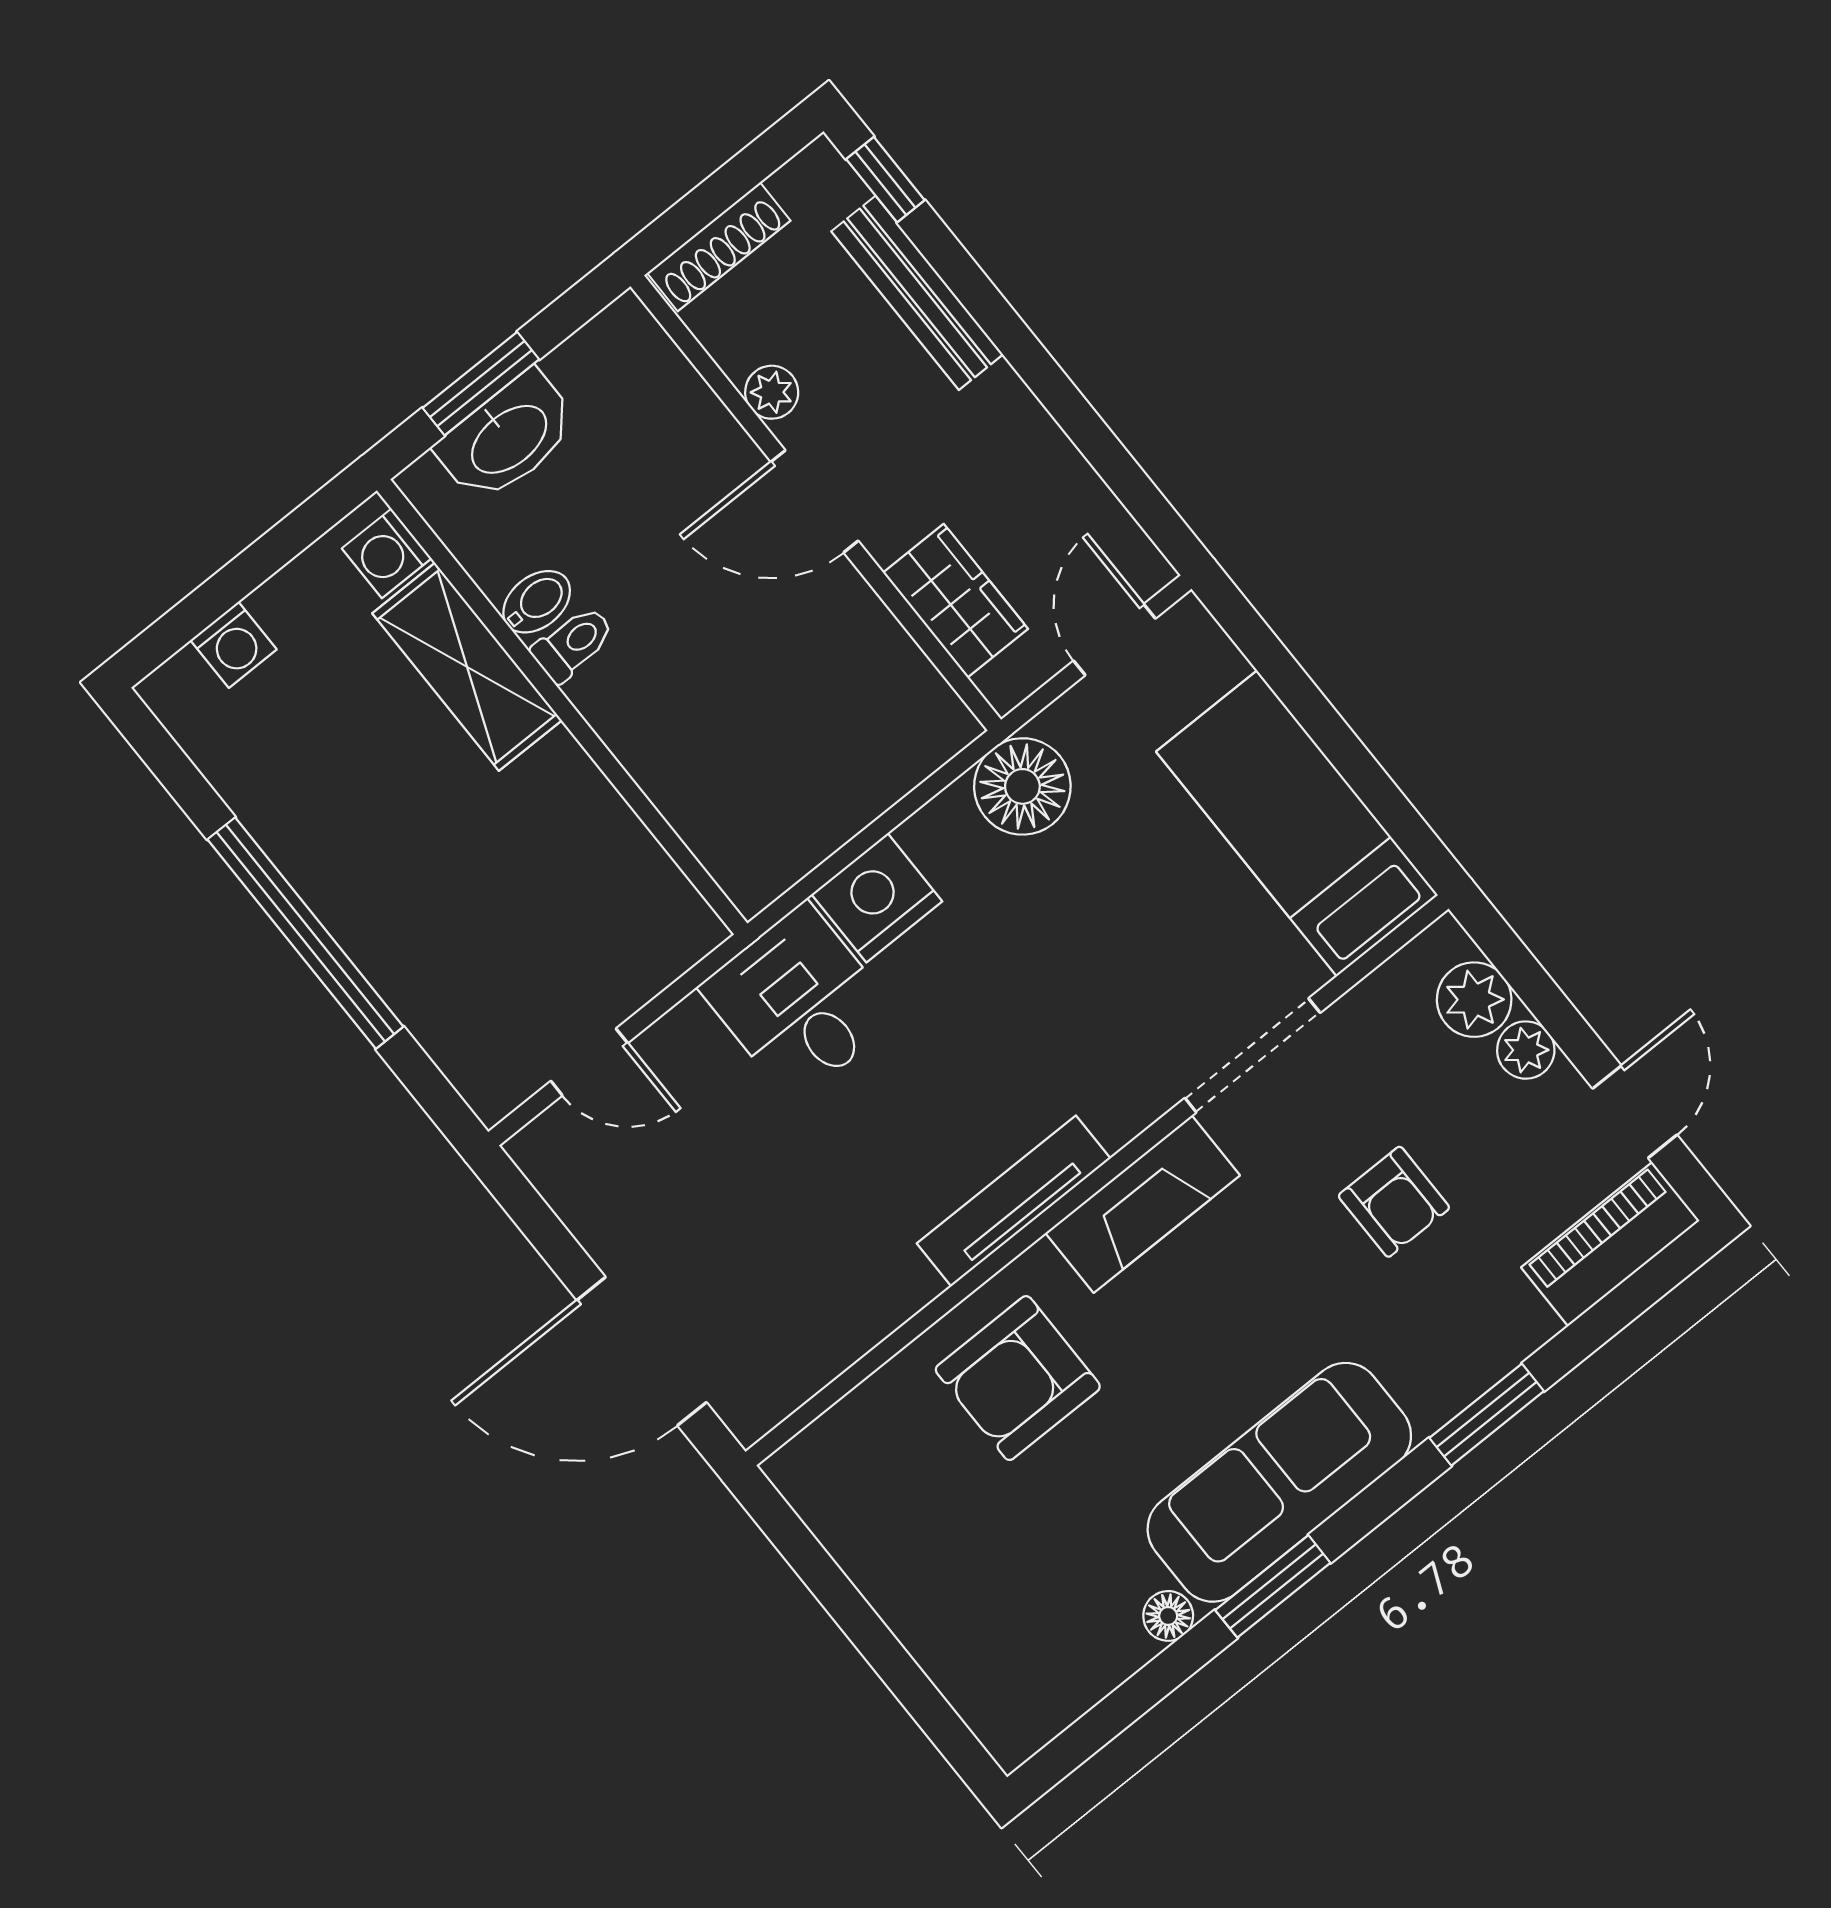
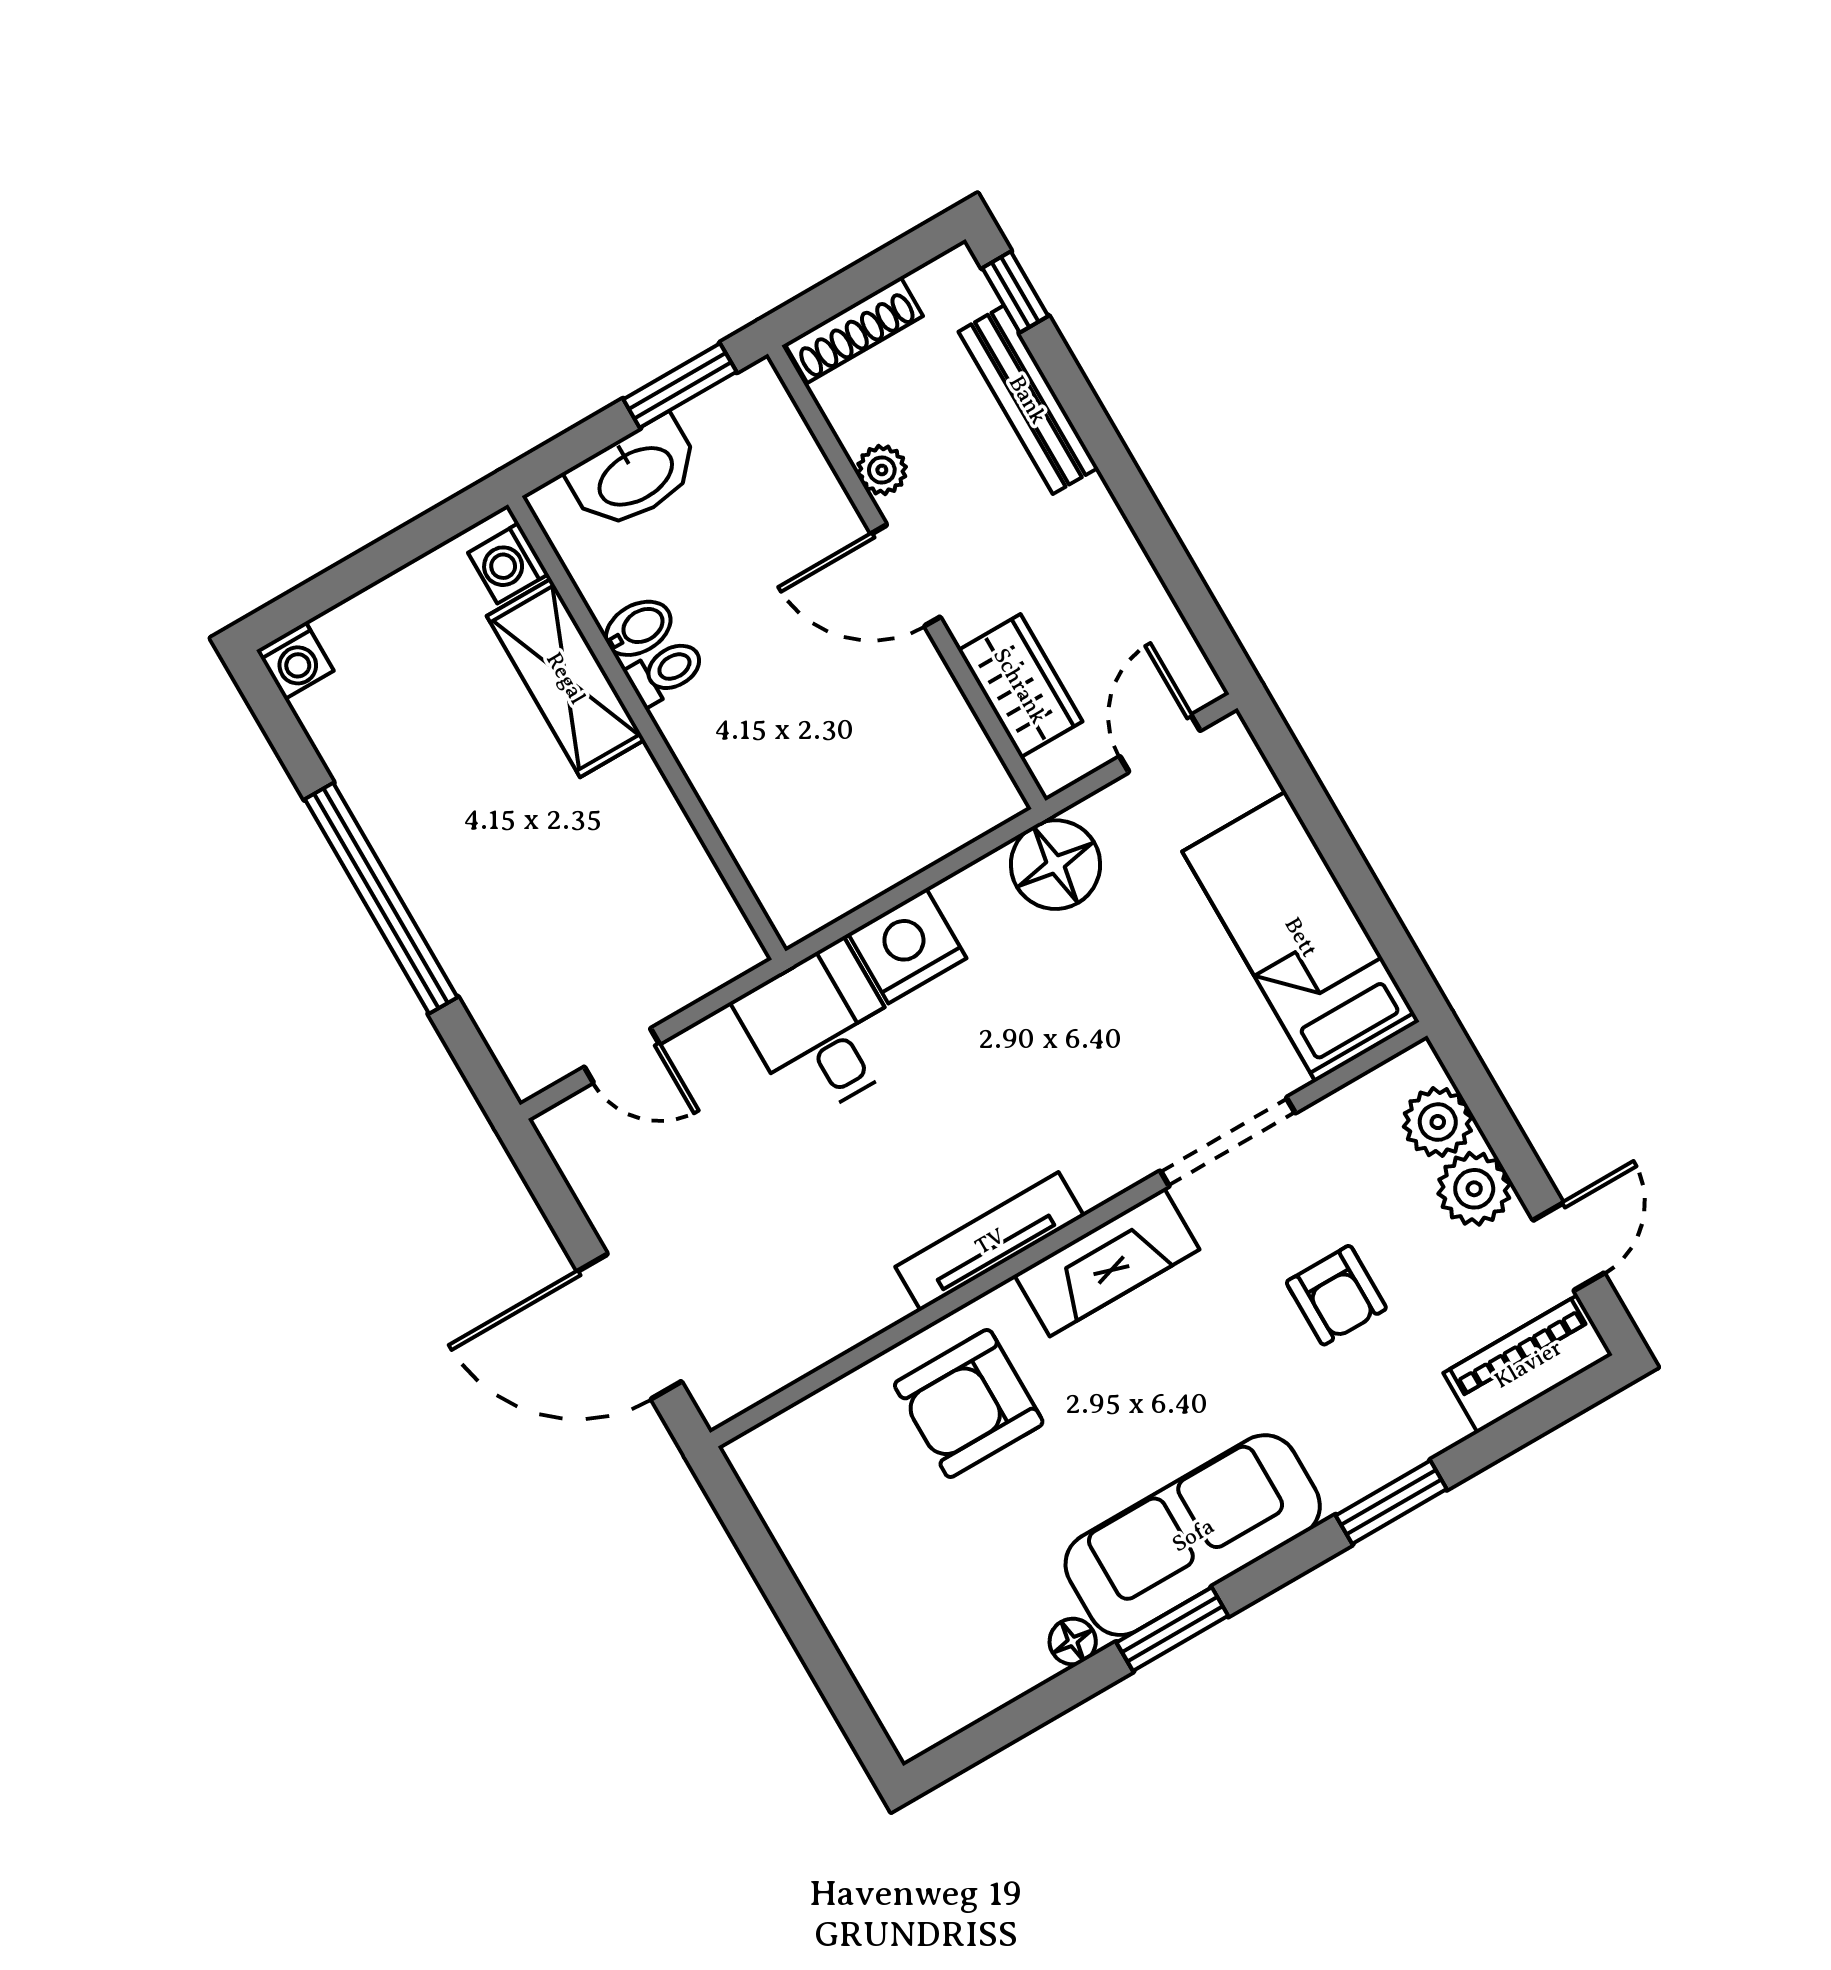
window: (481, 384) -> (680, 386), moved
washing machine: (233, 645) -> (295, 660), moved
plant: (1526, 1050) -> (1474, 1189), width x1.38, depth x1.38

